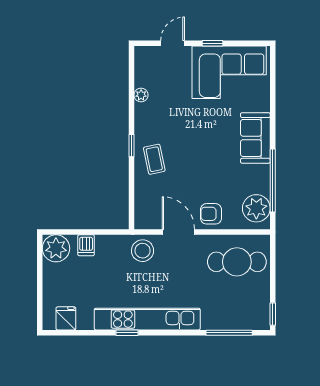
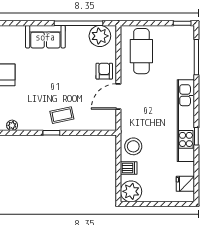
armchair: (211, 214) -> (104, 71), turned 180
stool: (143, 251) -> (133, 146), moved

